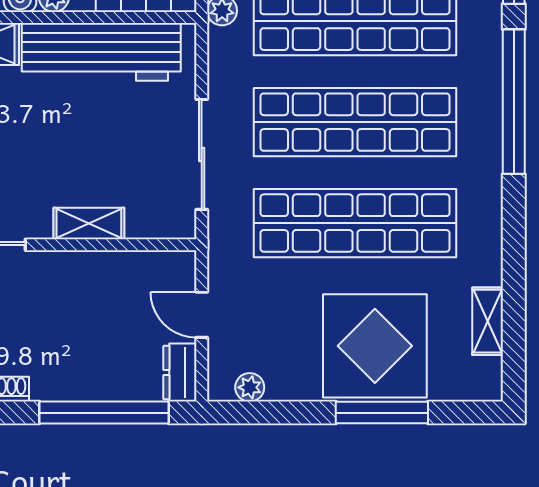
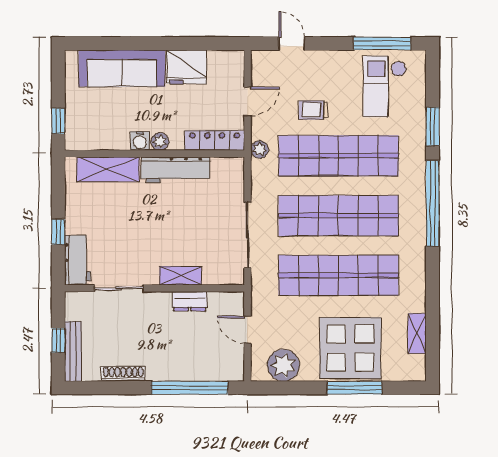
workbench: (101, 52) -> (175, 170), width x0.73, depth x0.76
dresser: (180, 373) -> (190, 301), moved, turned -90
plant: (250, 387) -> (283, 365), width x1.88, depth x1.88

